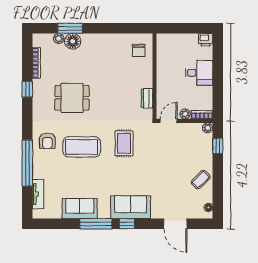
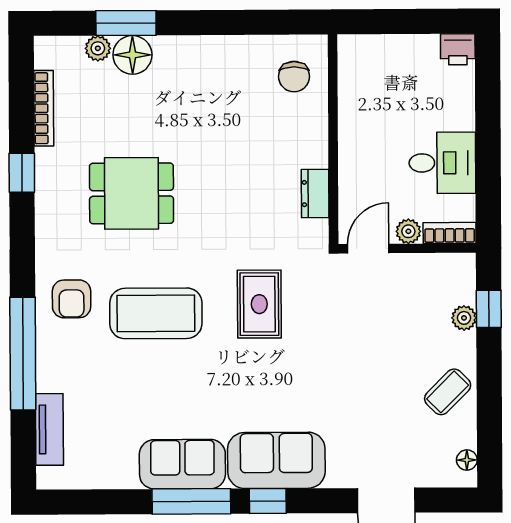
desk: (199, 73) -> (442, 163), moved
plant: (208, 128) -> (464, 318), moved
sofa: (80, 209) -> (182, 464), moved

